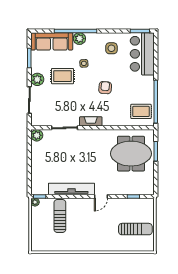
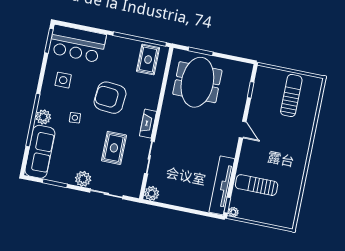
rug: (63, 76) -> (114, 148), moved
armchair: (105, 88) -> (110, 98), width x1.88, depth x1.88
tv unit: (71, 189) -> (222, 185), moved

